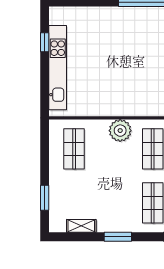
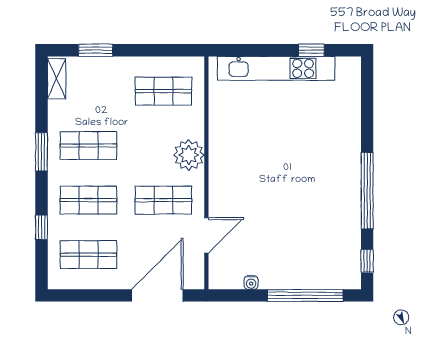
shop shelf: (113, 203) -> (88, 146), added
shelving: (81, 226) -> (57, 79), moved

